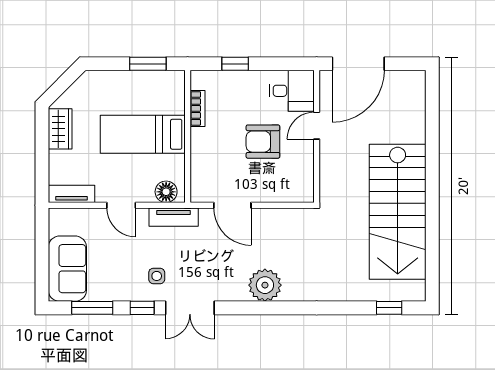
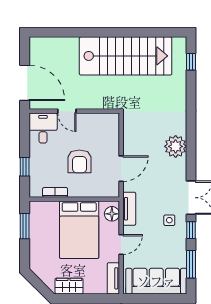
bed: (143, 134) -> (79, 230), width x1.50
armchair: (263, 142) -> (79, 161), moved
sofa: (67, 269) -> (156, 281), width x1.36

